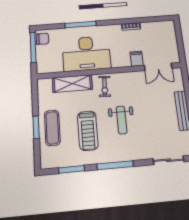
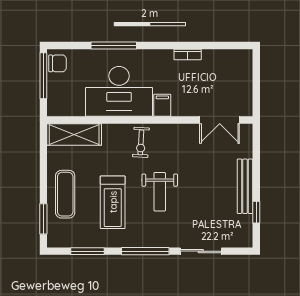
filing cabinet: (137, 59) -> (162, 105), moved
shelving: (72, 84) -> (74, 134), moved
window: (36, 127) -> (43, 219), moved
sliding door: (169, 160) -> (201, 251), moved

